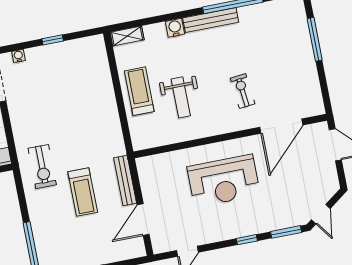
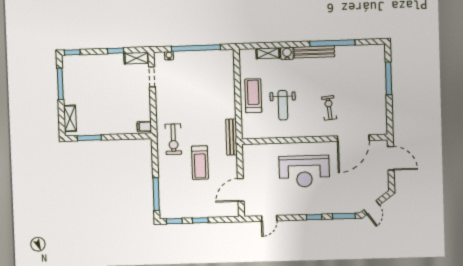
shelving: (127, 36) -> (268, 53), moved
window: (53, 40) -> (196, 48), width x3.17
bench: (125, 181) -> (231, 137), moved

